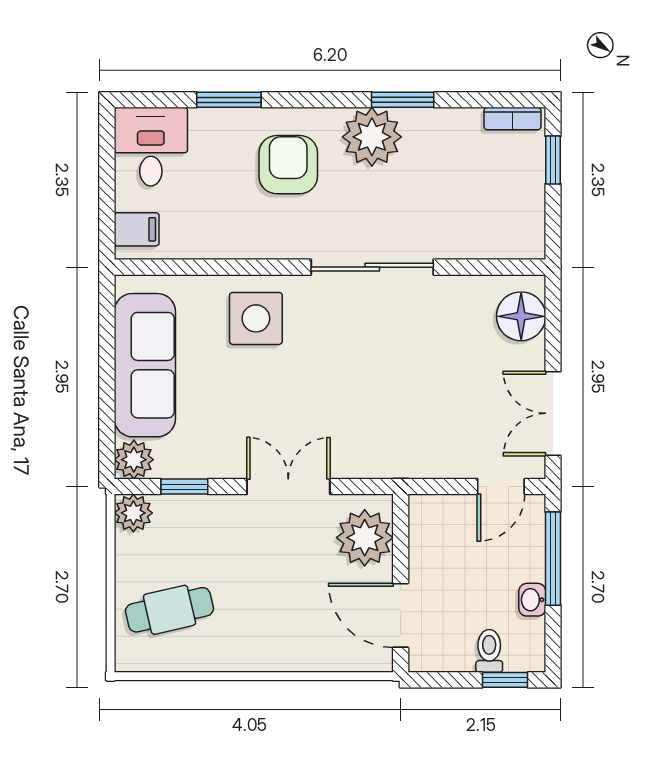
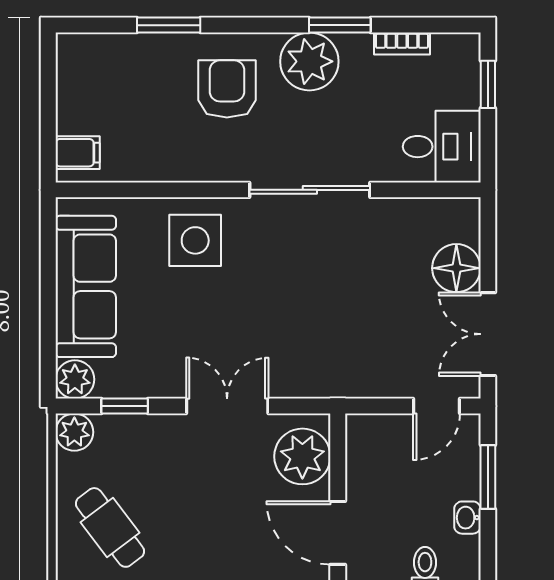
bookcase: (512, 119) -> (402, 44), moved
desk: (151, 147) -> (442, 147), moved, turned 90
floor lamp: (521, 316) -> (456, 268), moved
window: (553, 559) -> (488, 477), width x0.69
cafe table: (169, 610) -> (110, 527), turned 66

